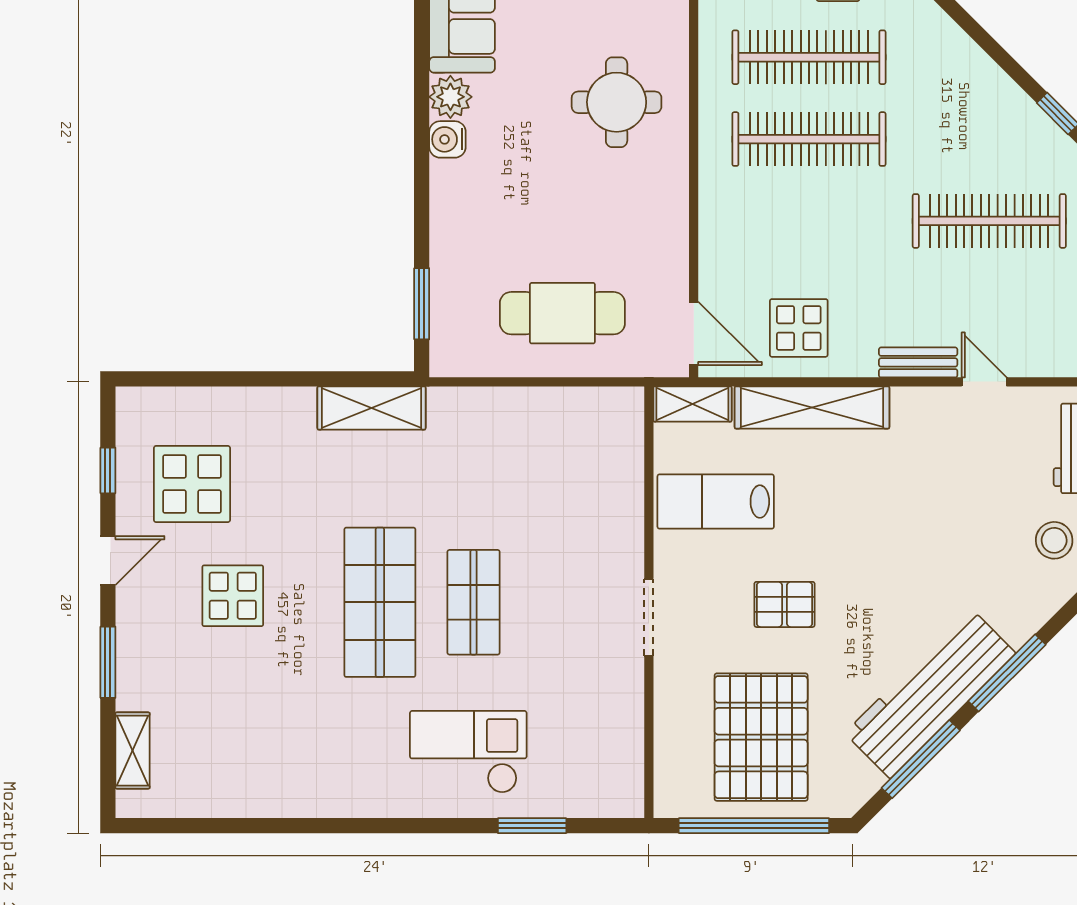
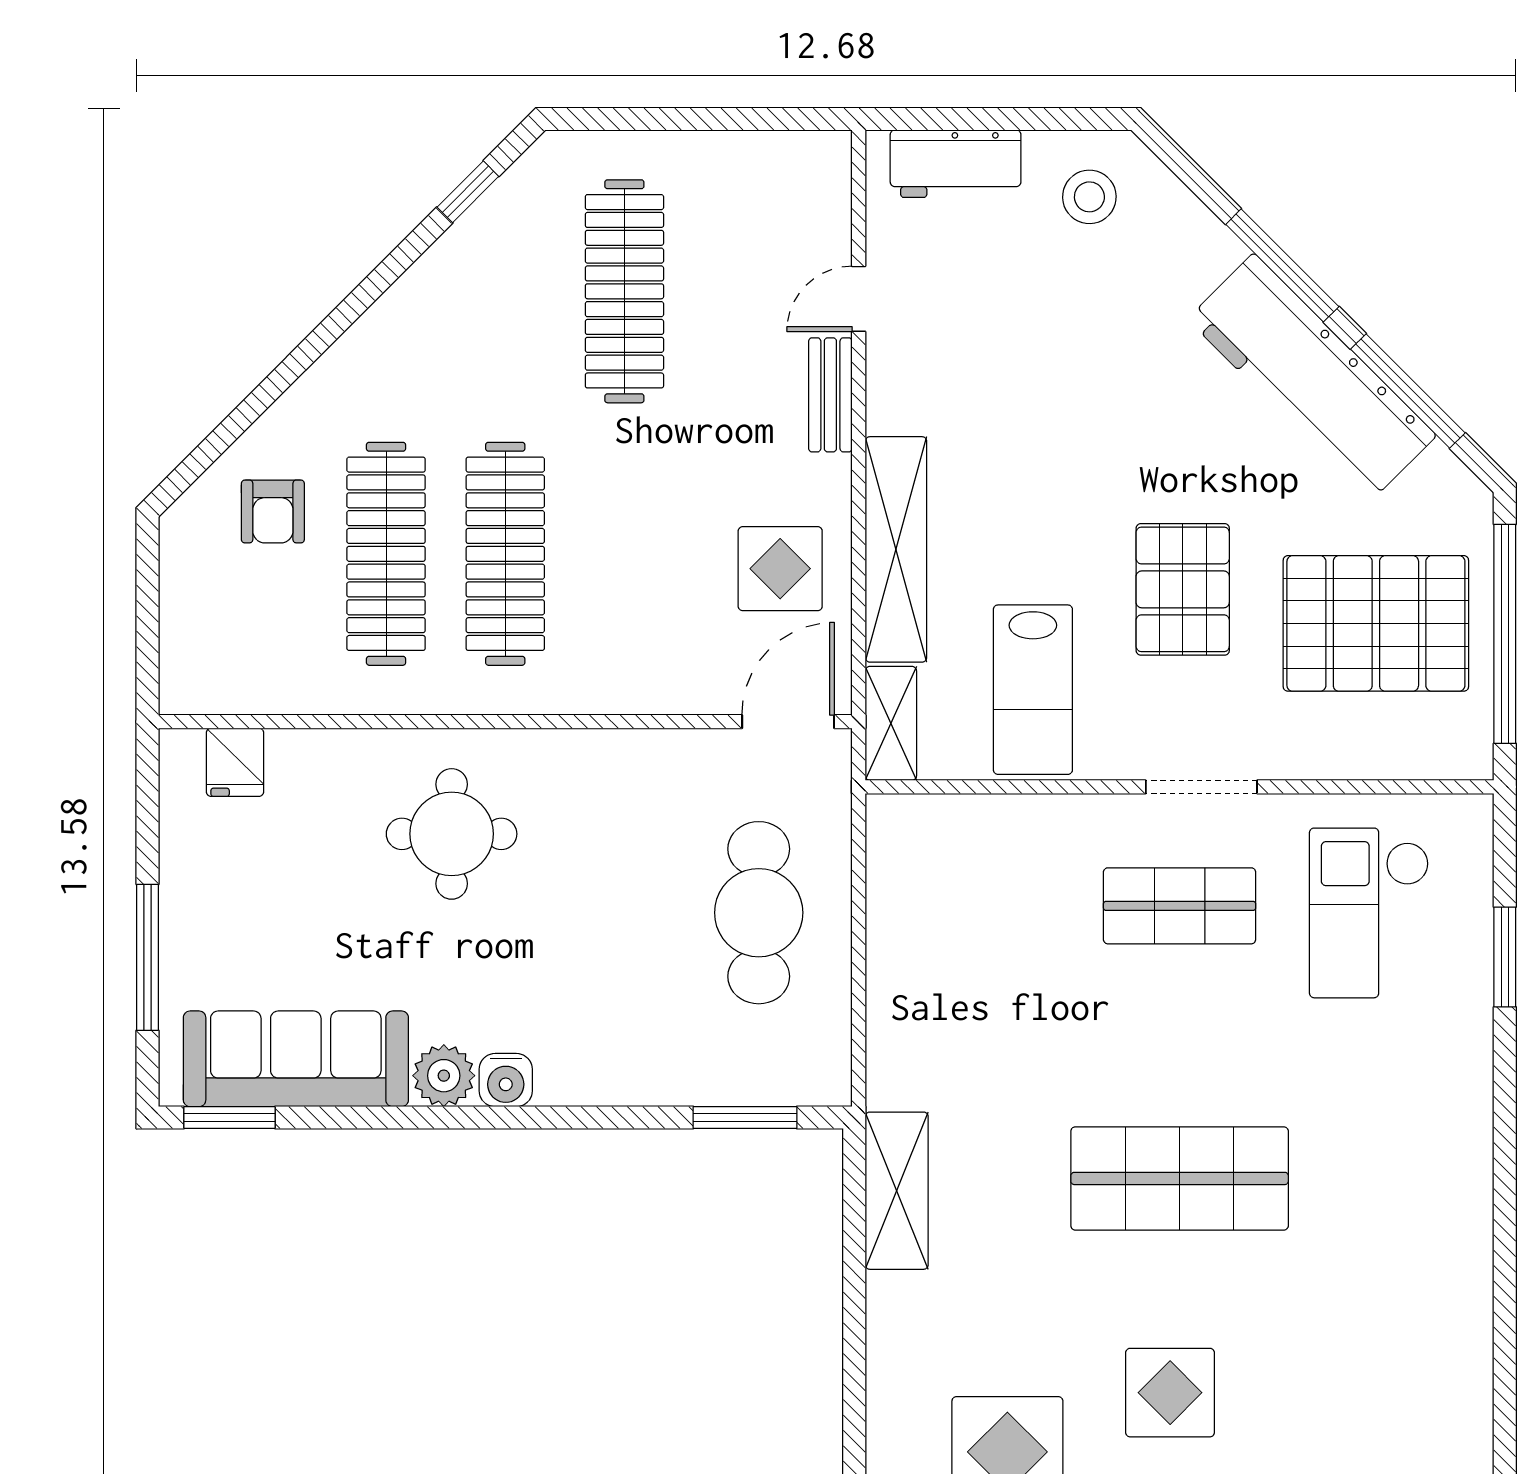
shop shelf: (474, 602) -> (1180, 906), moved
pallet: (785, 604) -> (1183, 589), width x1.50, depth x1.42
checkout: (468, 752) -> (1369, 913), moved

